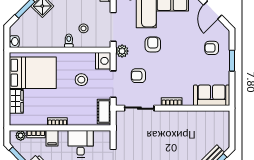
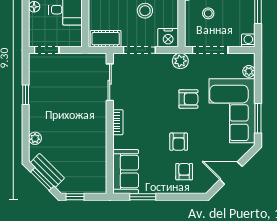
window: (232, 61) -> (143, 197), moved
armchair: (138, 76) -> (179, 142), moved, turned 180
window: (232, 136) -> (75, 197), added

